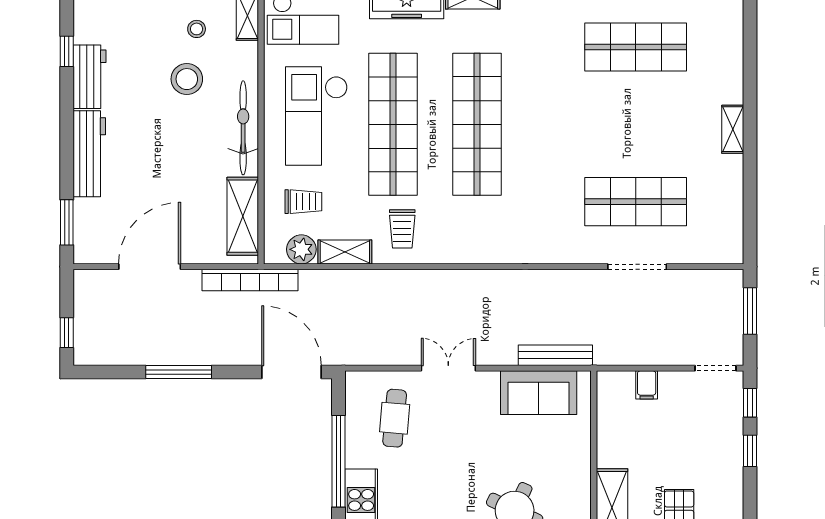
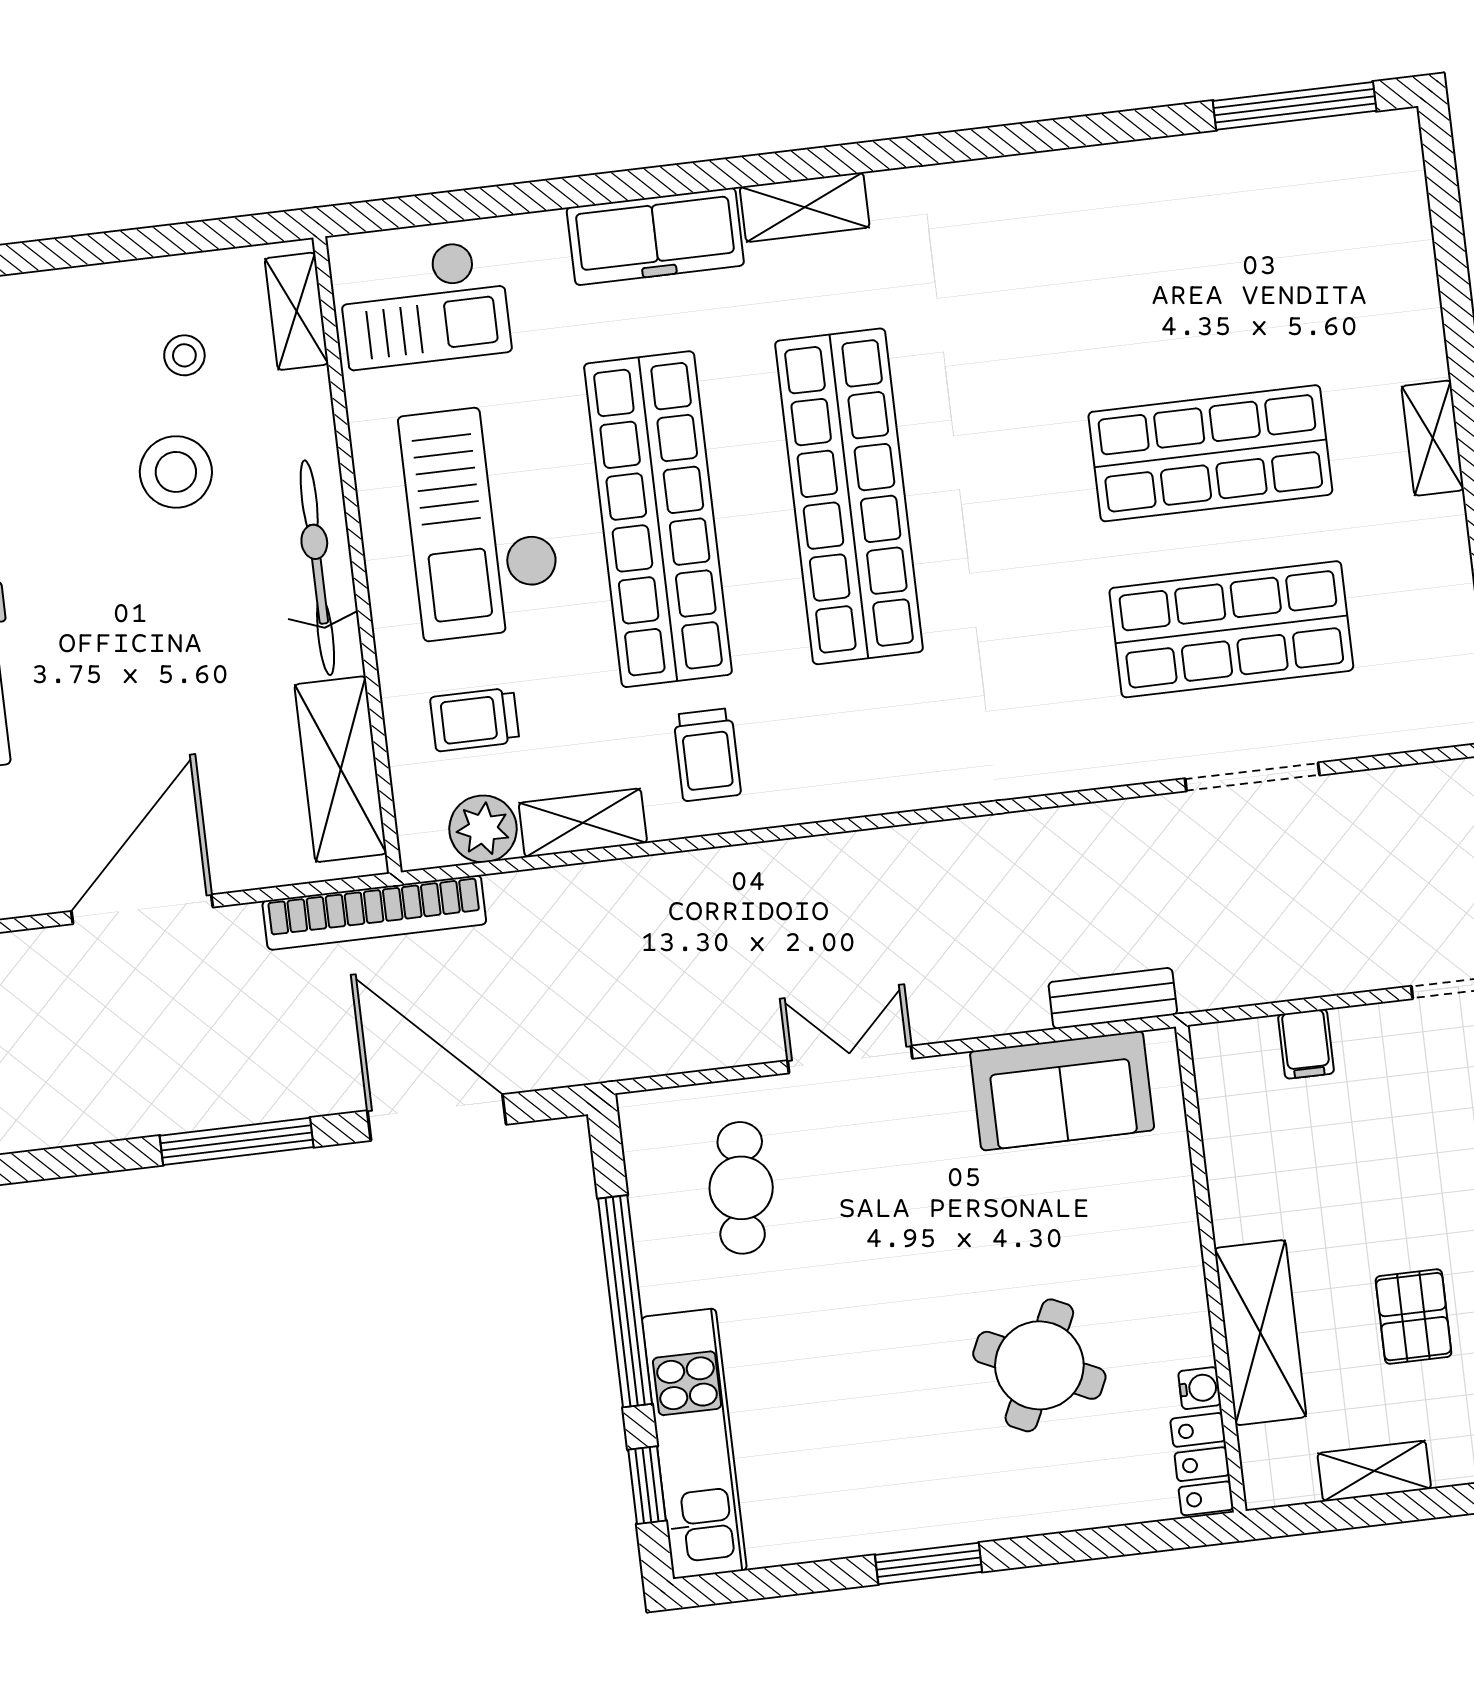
shop shelf: (636, 47) -> (1210, 453), moved
trolley: (303, 202) -> (475, 720), turned 180
bench: (555, 355) -> (1113, 998), width x0.73
door: (292, 372) -> (437, 1118), moved

